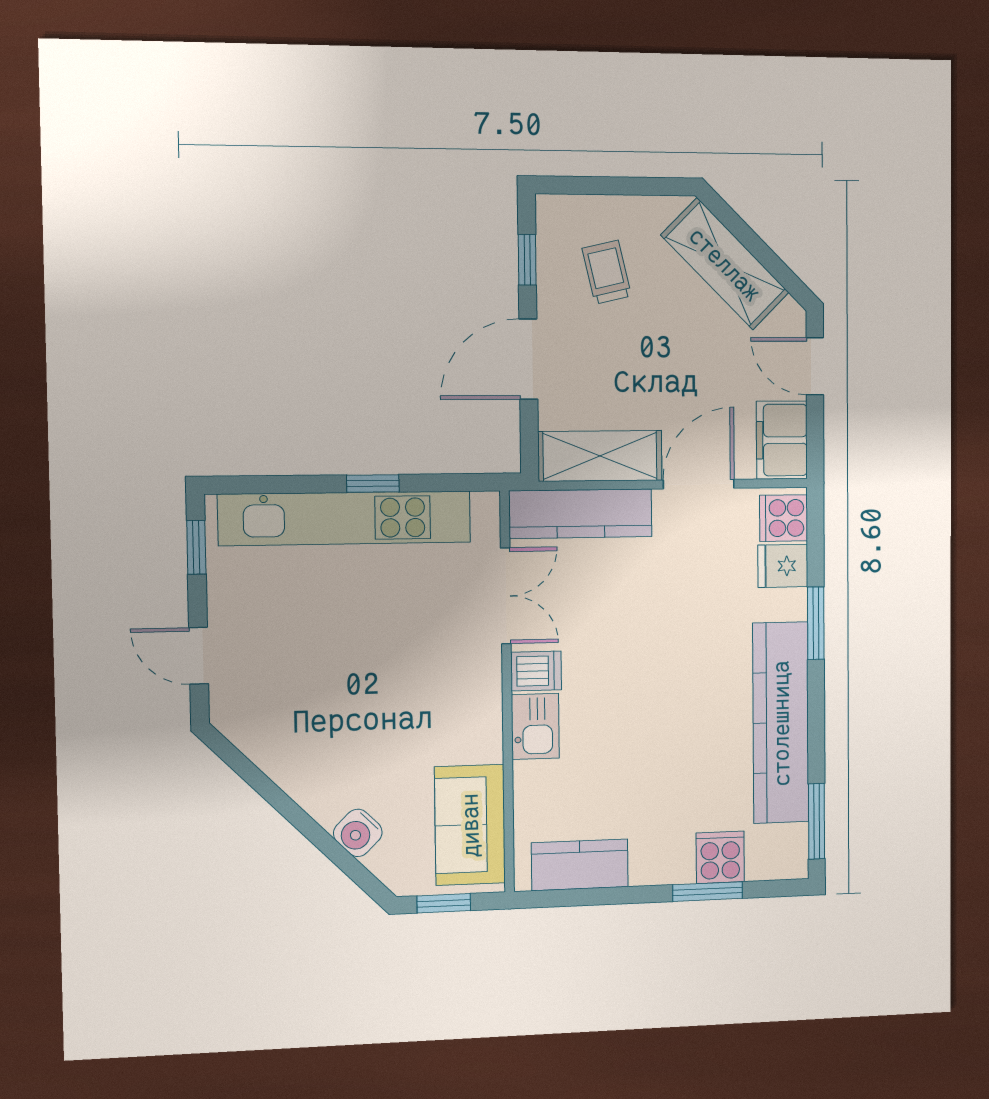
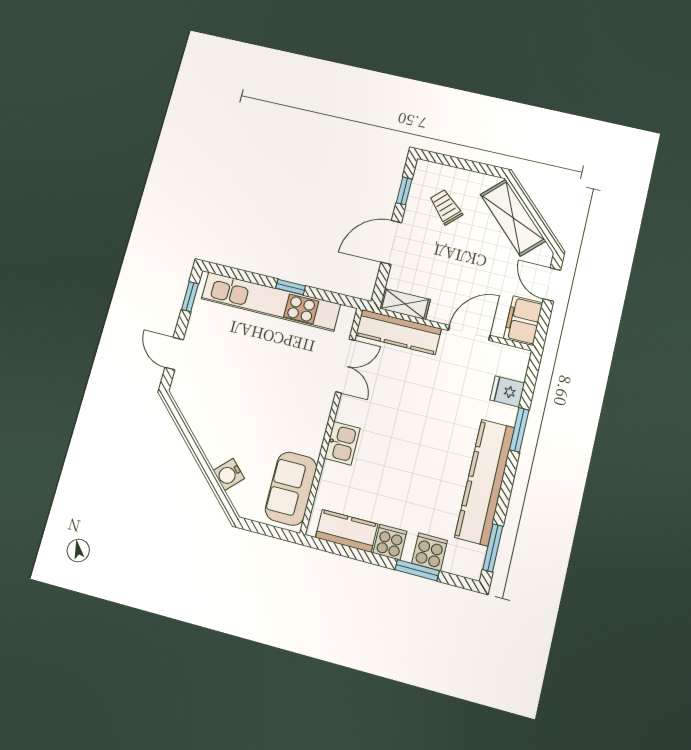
trolley: (607, 272) -> (446, 207), turned -32
shelving: (600, 456) -> (405, 304), width x0.67, depth x0.75
cooker: (784, 518) -> (390, 542), moved, turned 90
dishwasher: (536, 671) -> (351, 412), removed
window: (444, 903) -> (264, 529), removed

